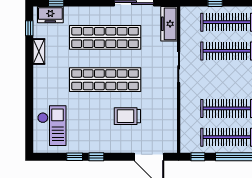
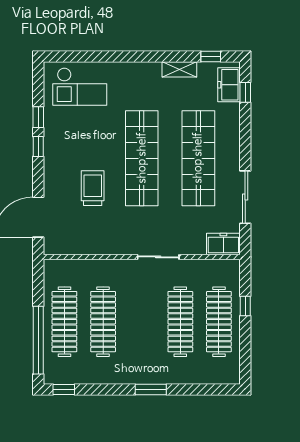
freezer: (169, 24) -> (223, 244), width x0.71
window: (198, 157) -> (38, 283), removed

